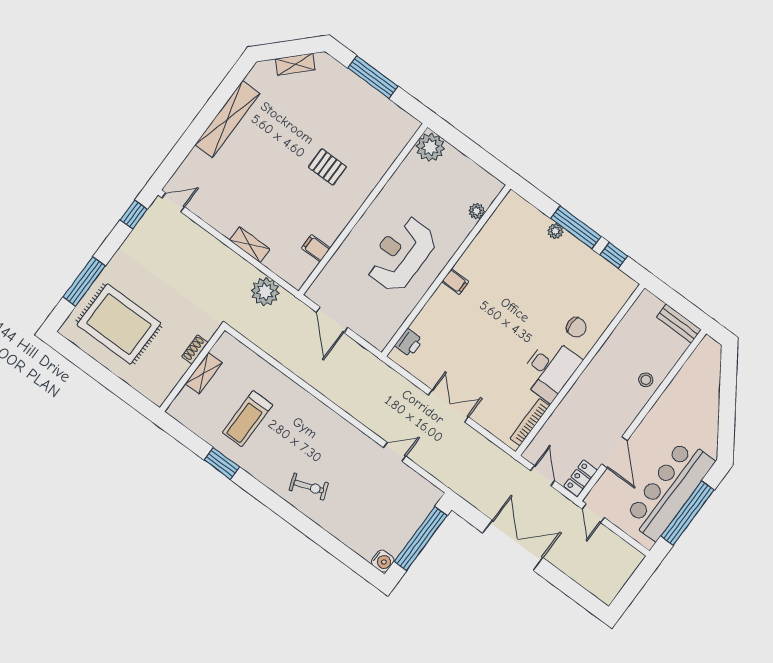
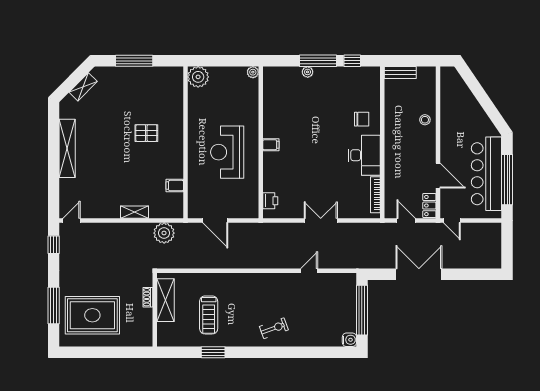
plant: (477, 211) -> (253, 72), moved
bench: (679, 323) -> (400, 72), moved
shelving: (204, 373) -> (165, 300), width x1.50, depth x1.33

